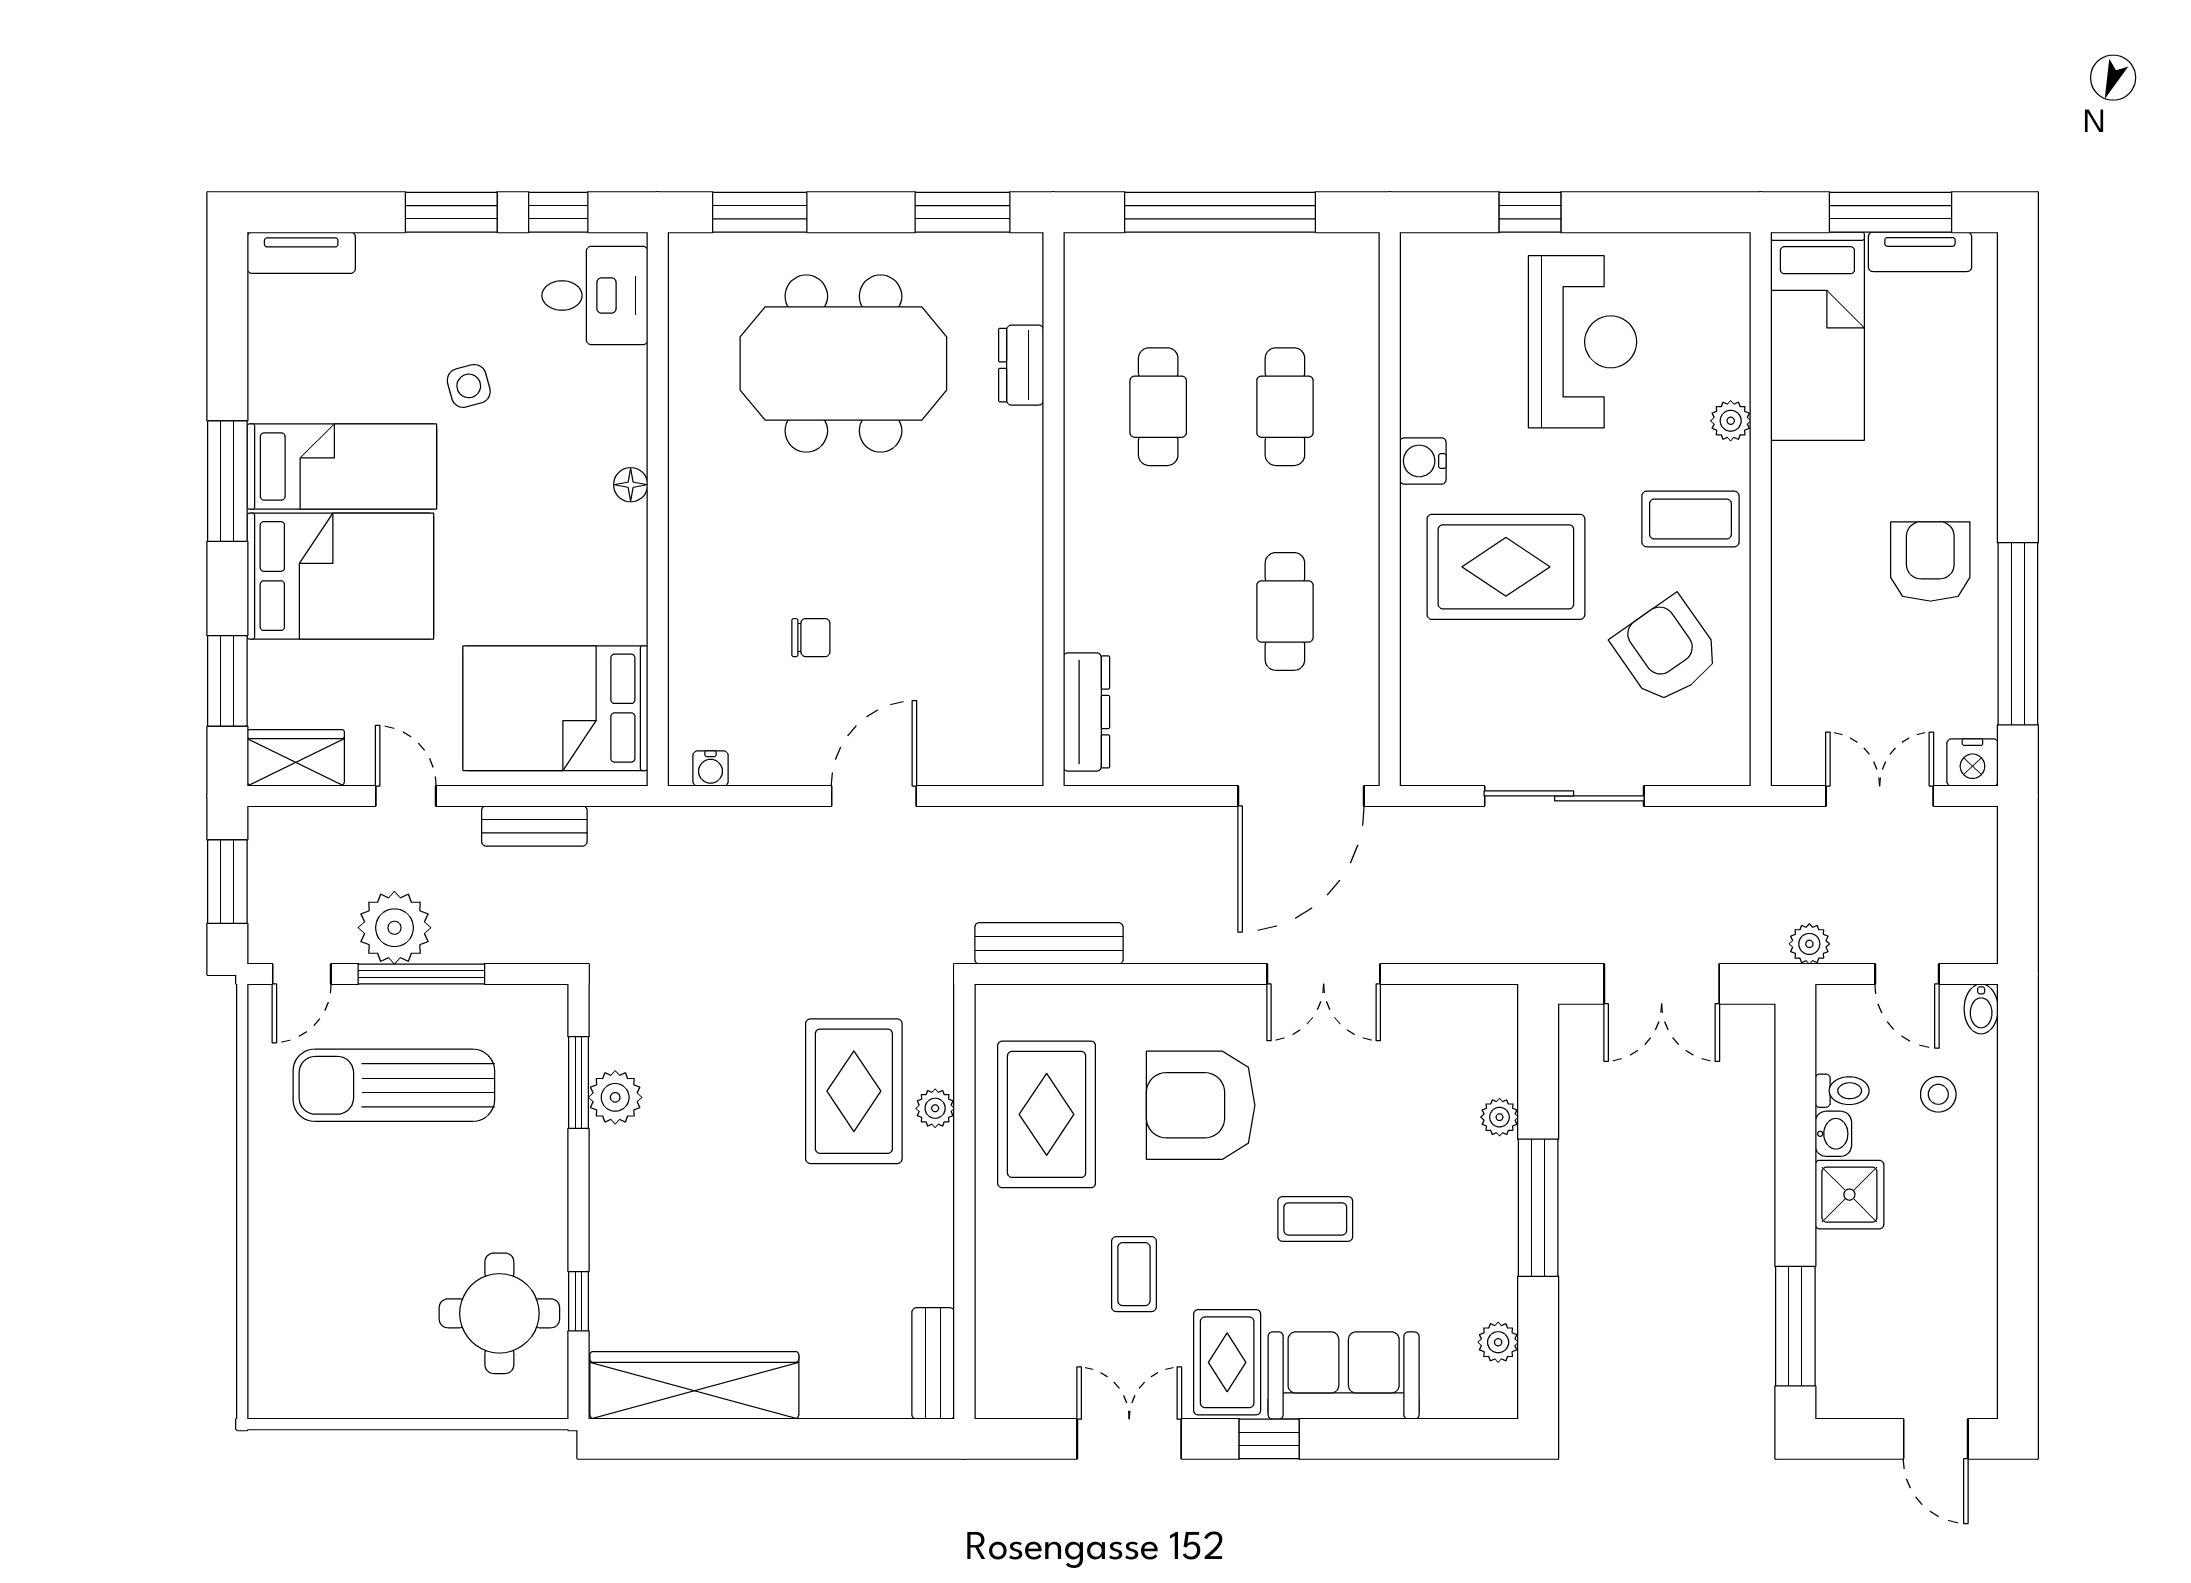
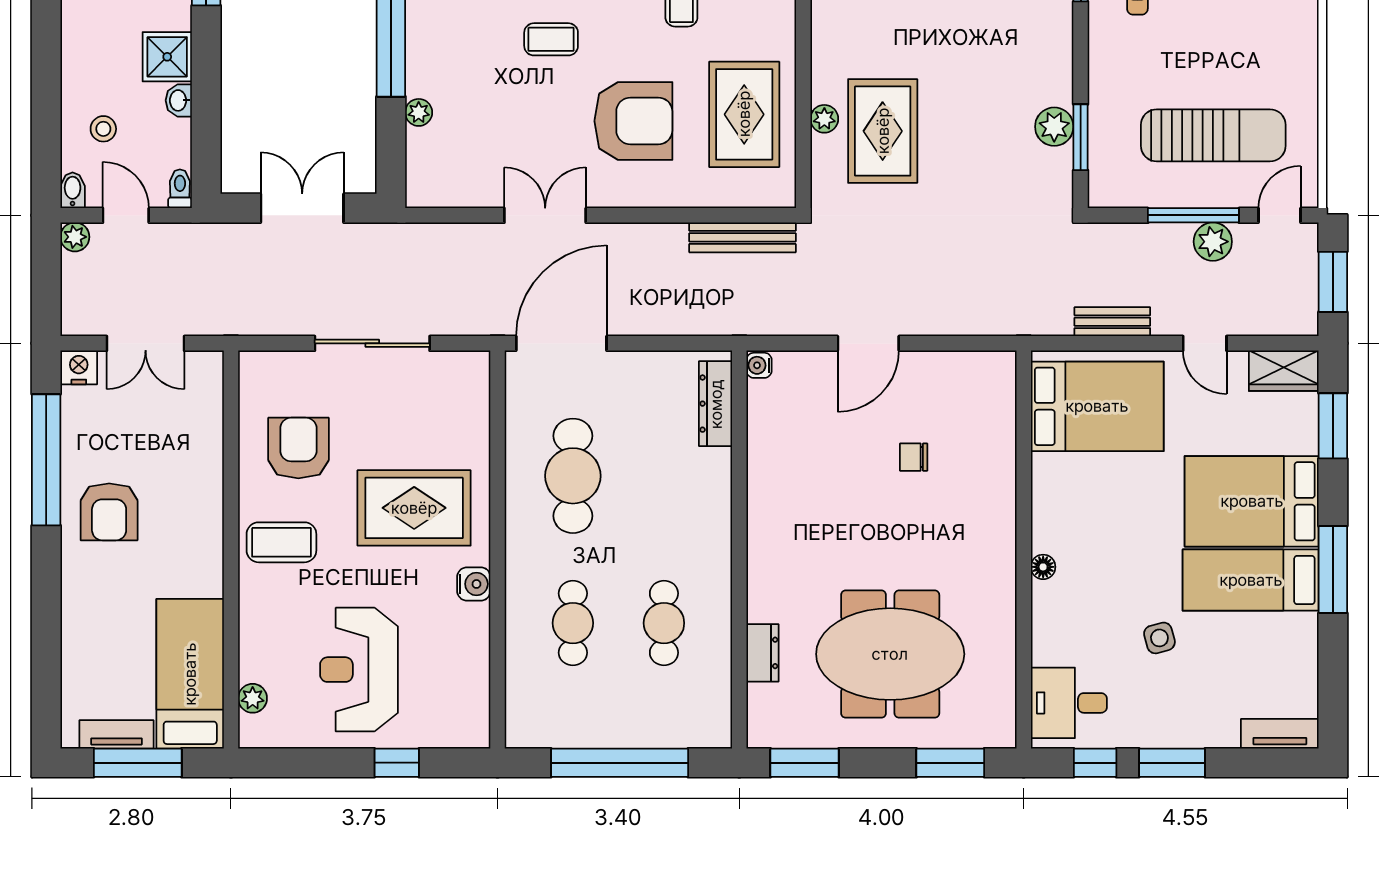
plant: (1731, 421) -> (253, 698), moved
cafe table: (1285, 611) -> (573, 476), width x1.37, depth x1.35
armchair: (1667, 650) -> (298, 448), turned -145
water cooler: (711, 768) -> (759, 365), moved, turned -90
plant: (394, 928) -> (1213, 242), width x0.73, depth x0.73
plant: (1809, 944) -> (75, 237), moved
toilet: (1842, 1091) -> (180, 189), moved, turned 90

